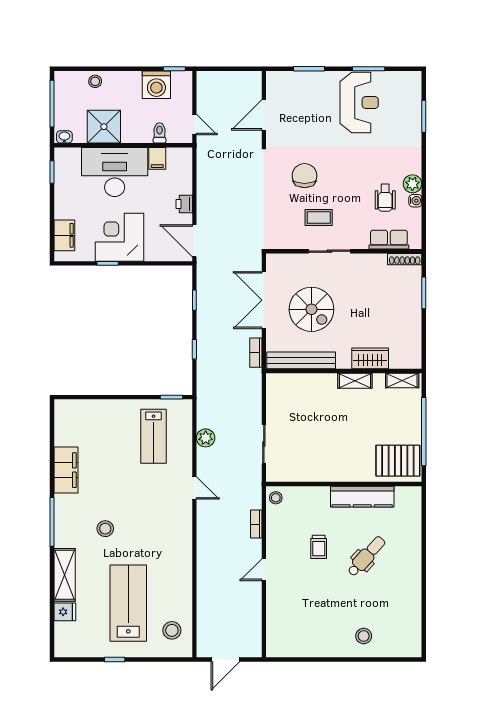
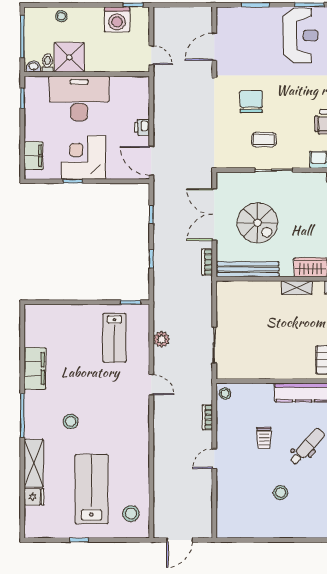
toilet: (160, 133) -> (47, 63), moved
filing cabinet: (157, 158) -> (118, 86), removed
stool: (364, 636) -> (281, 493), moved

